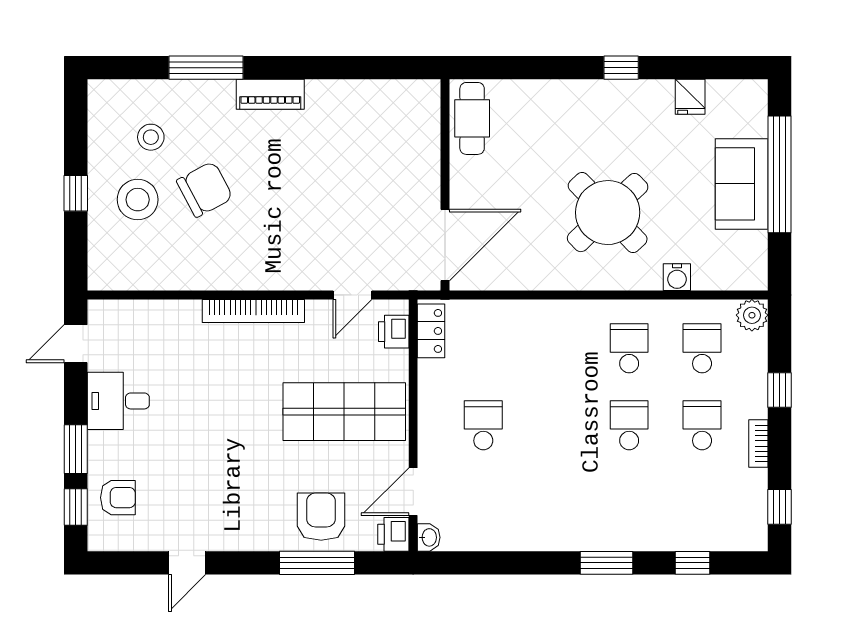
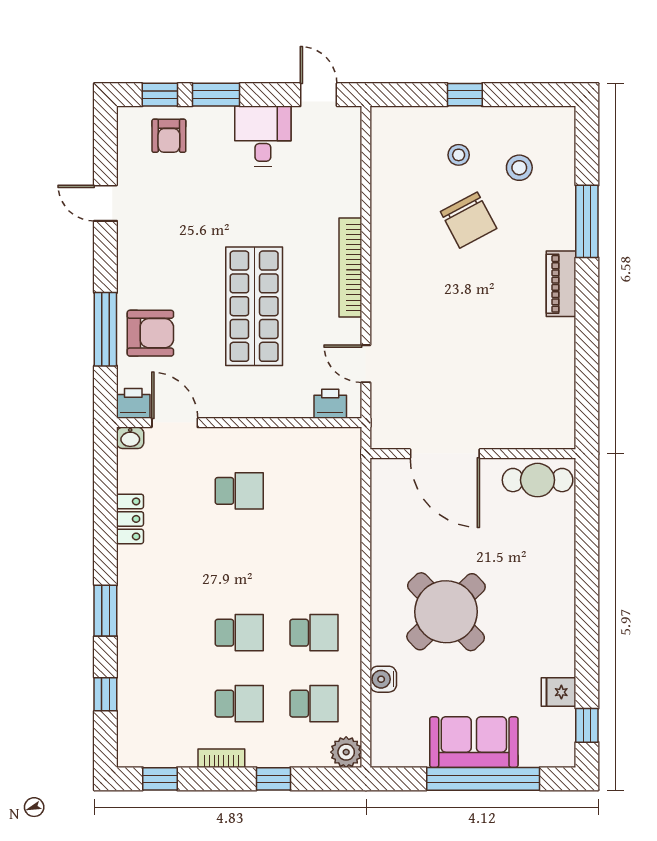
window: (621, 68) -> (587, 725), moved
stool: (138, 200) -> (459, 155), width x0.53, depth x0.53
door: (445, 245) -> (445, 454), moved
locker: (431, 331) -> (130, 519), moved, turned -90
shop shelf: (344, 412) -> (254, 306), moved

